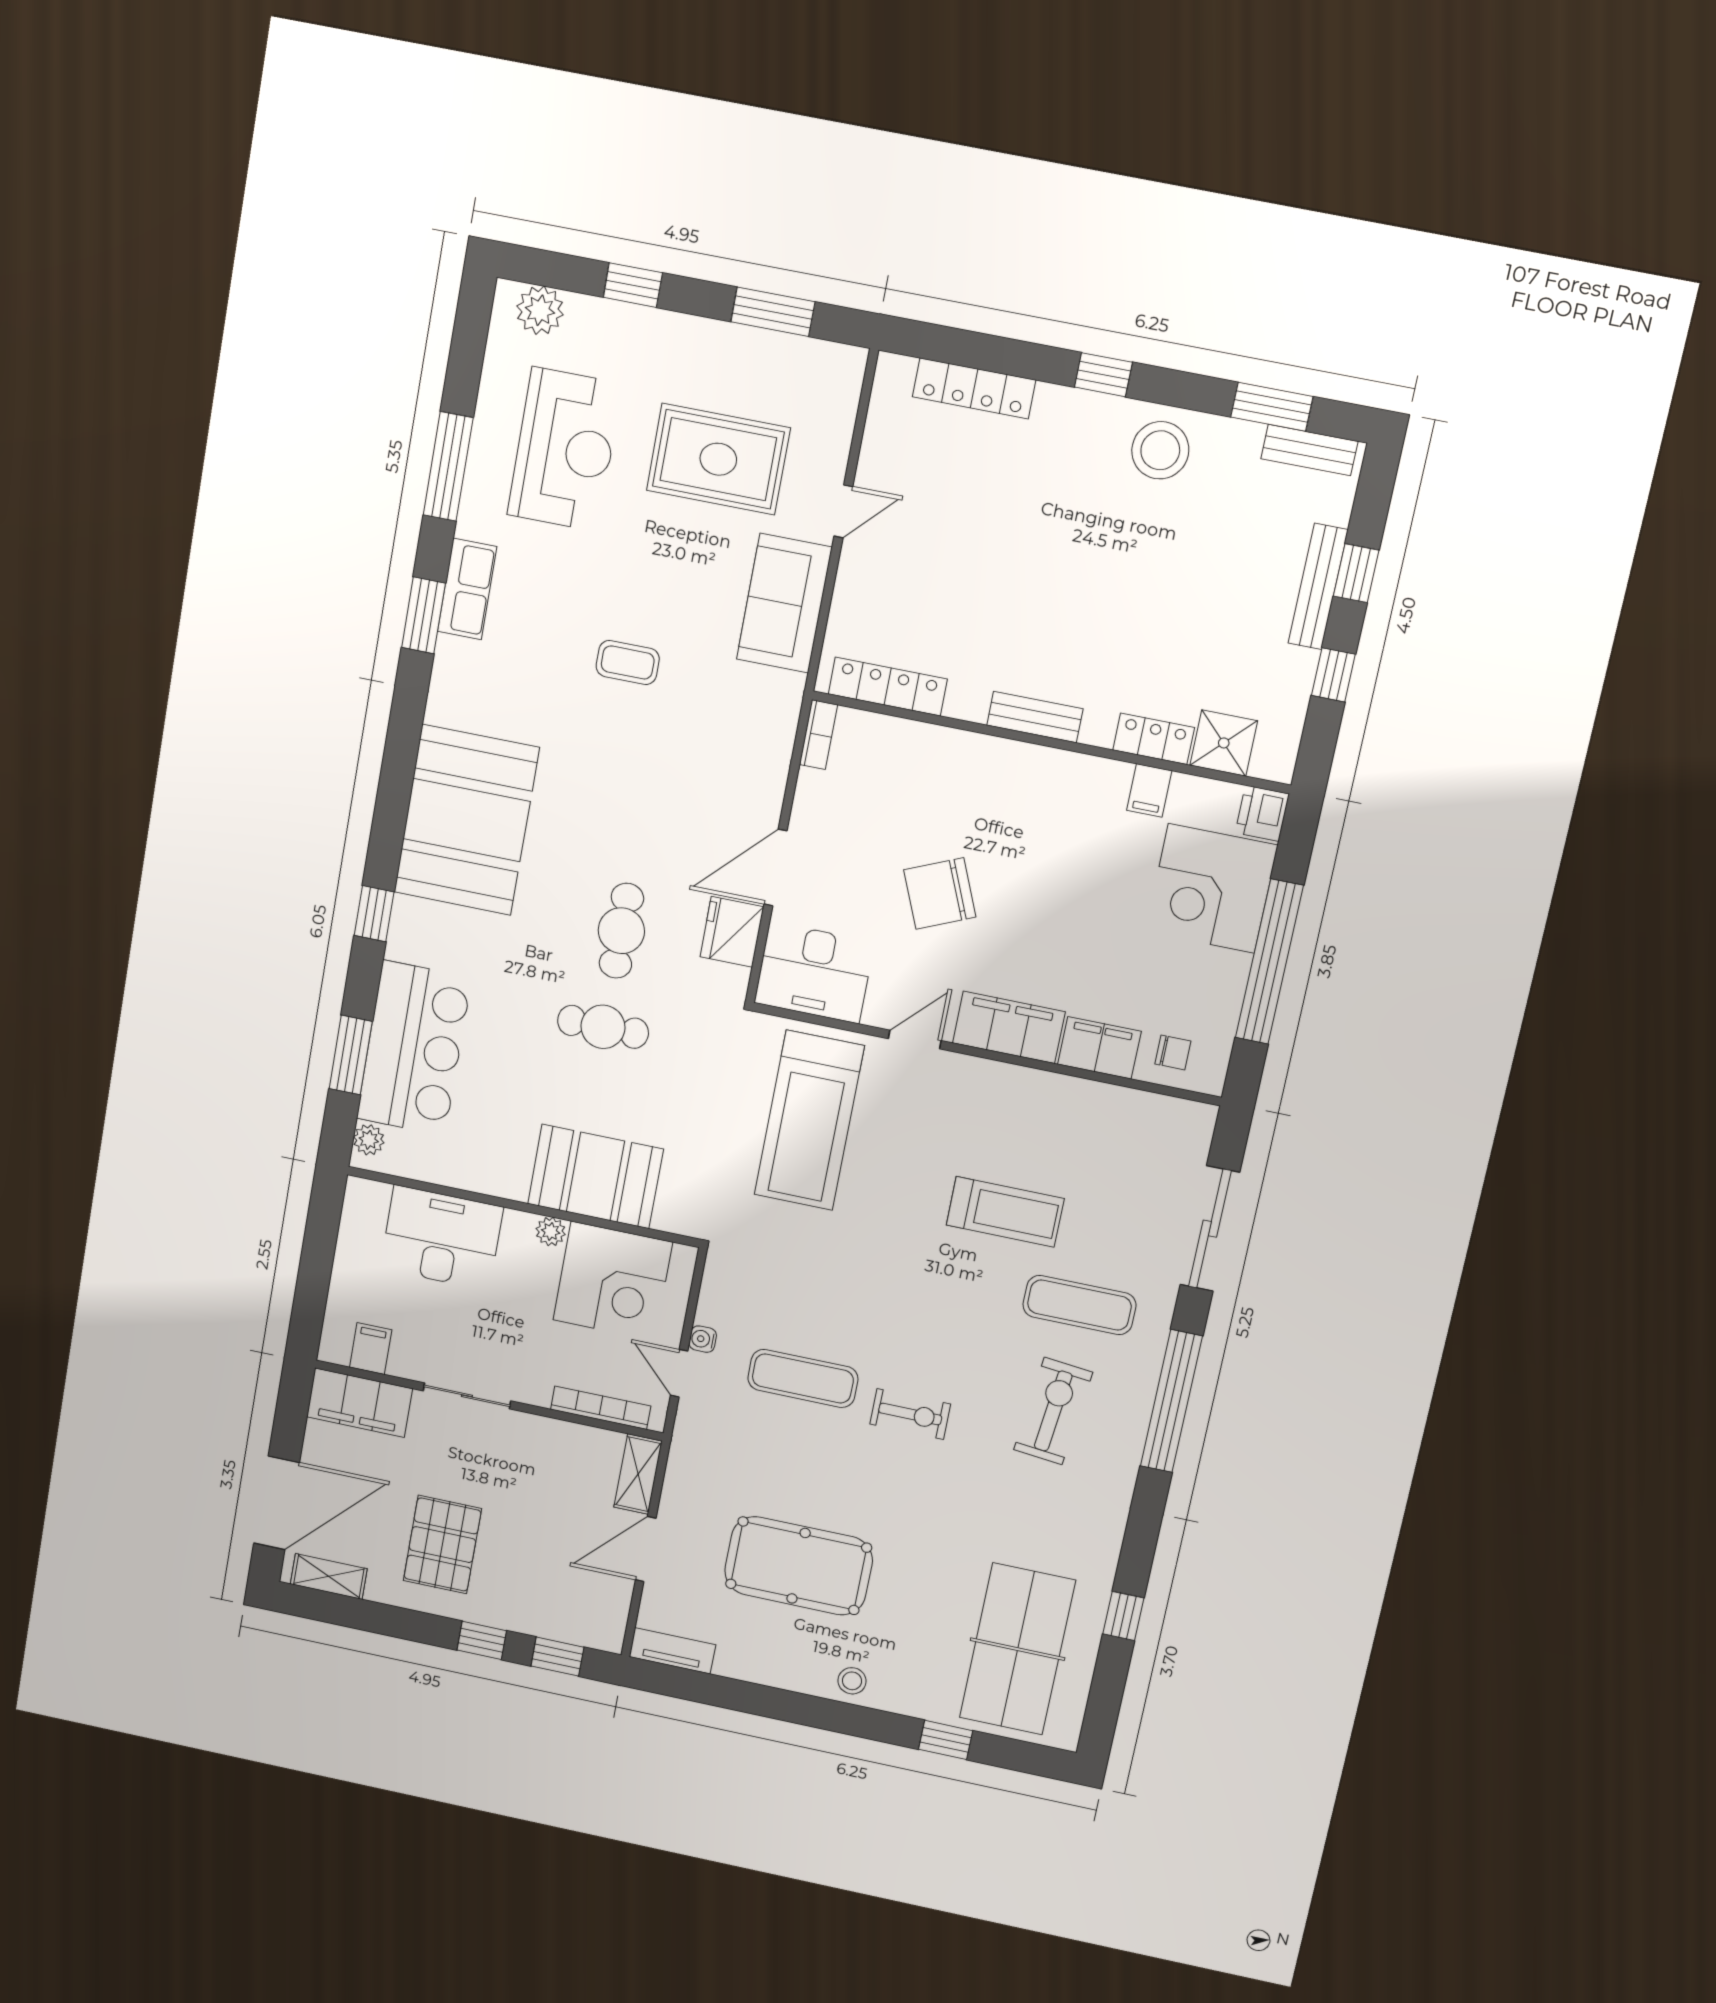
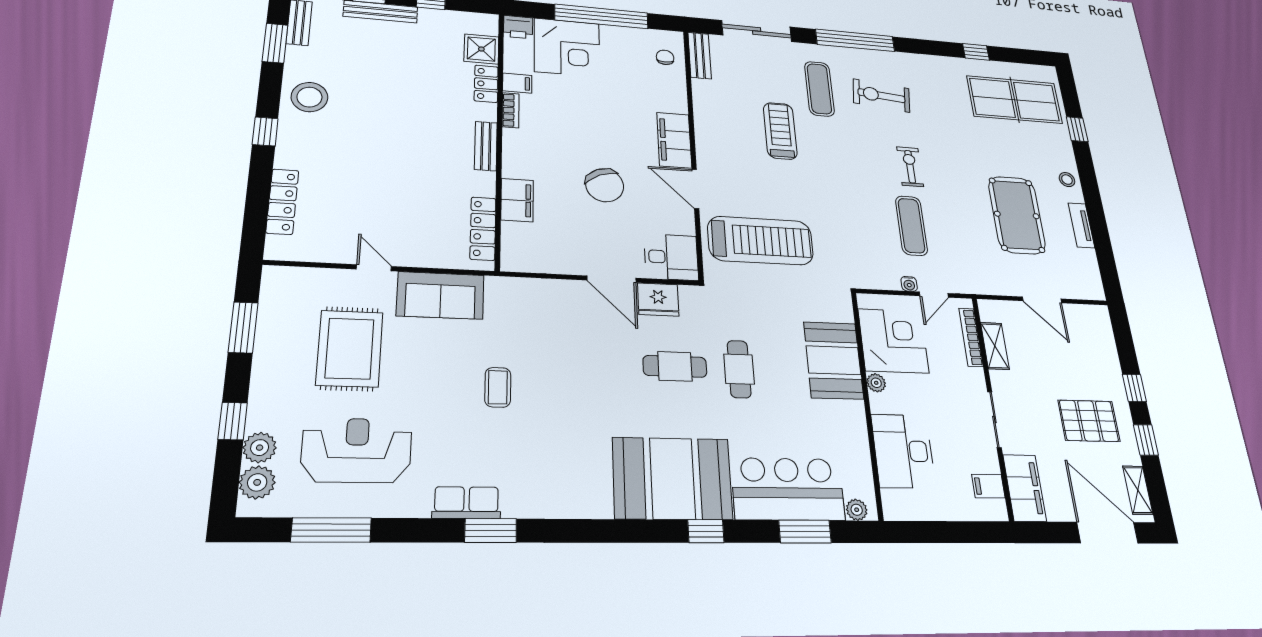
plant: (589, 318) -> (260, 448), added
window: (448, 466) -> (331, 530), moved
bookcase: (818, 735) -> (511, 110), moved, turned 90
booth: (466, 820) -> (672, 478), moved
desk: (814, 973) -> (671, 257), width x0.73
door: (915, 1040) -> (695, 189), width x1.38
filing cabinet: (1099, 1048) -> (517, 200), moved, turned 180
bench: (1170, 1113) -> (700, 56), added
shelving: (638, 1474) -> (995, 346), moved, turned 90
tv unit: (672, 1651) -> (1081, 225), moved
window: (557, 1657) -> (1146, 440), moved

